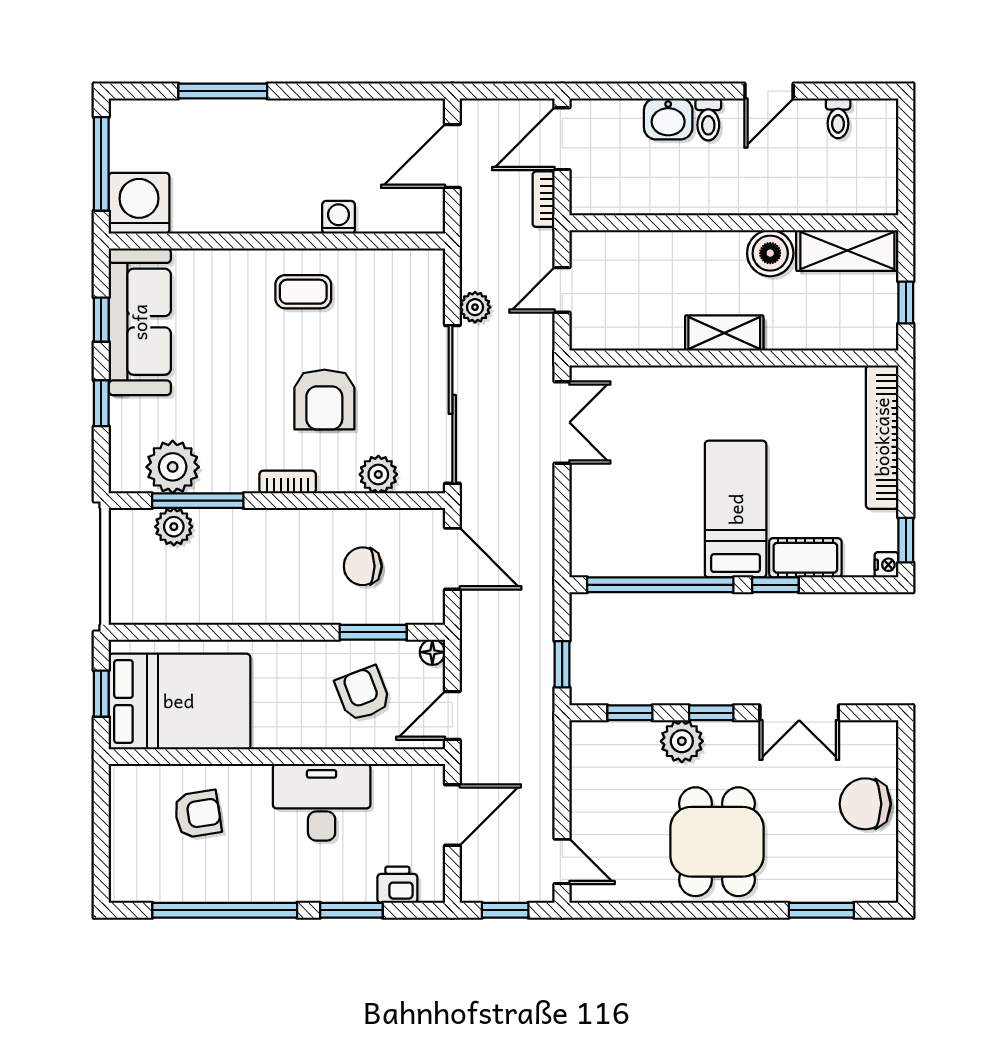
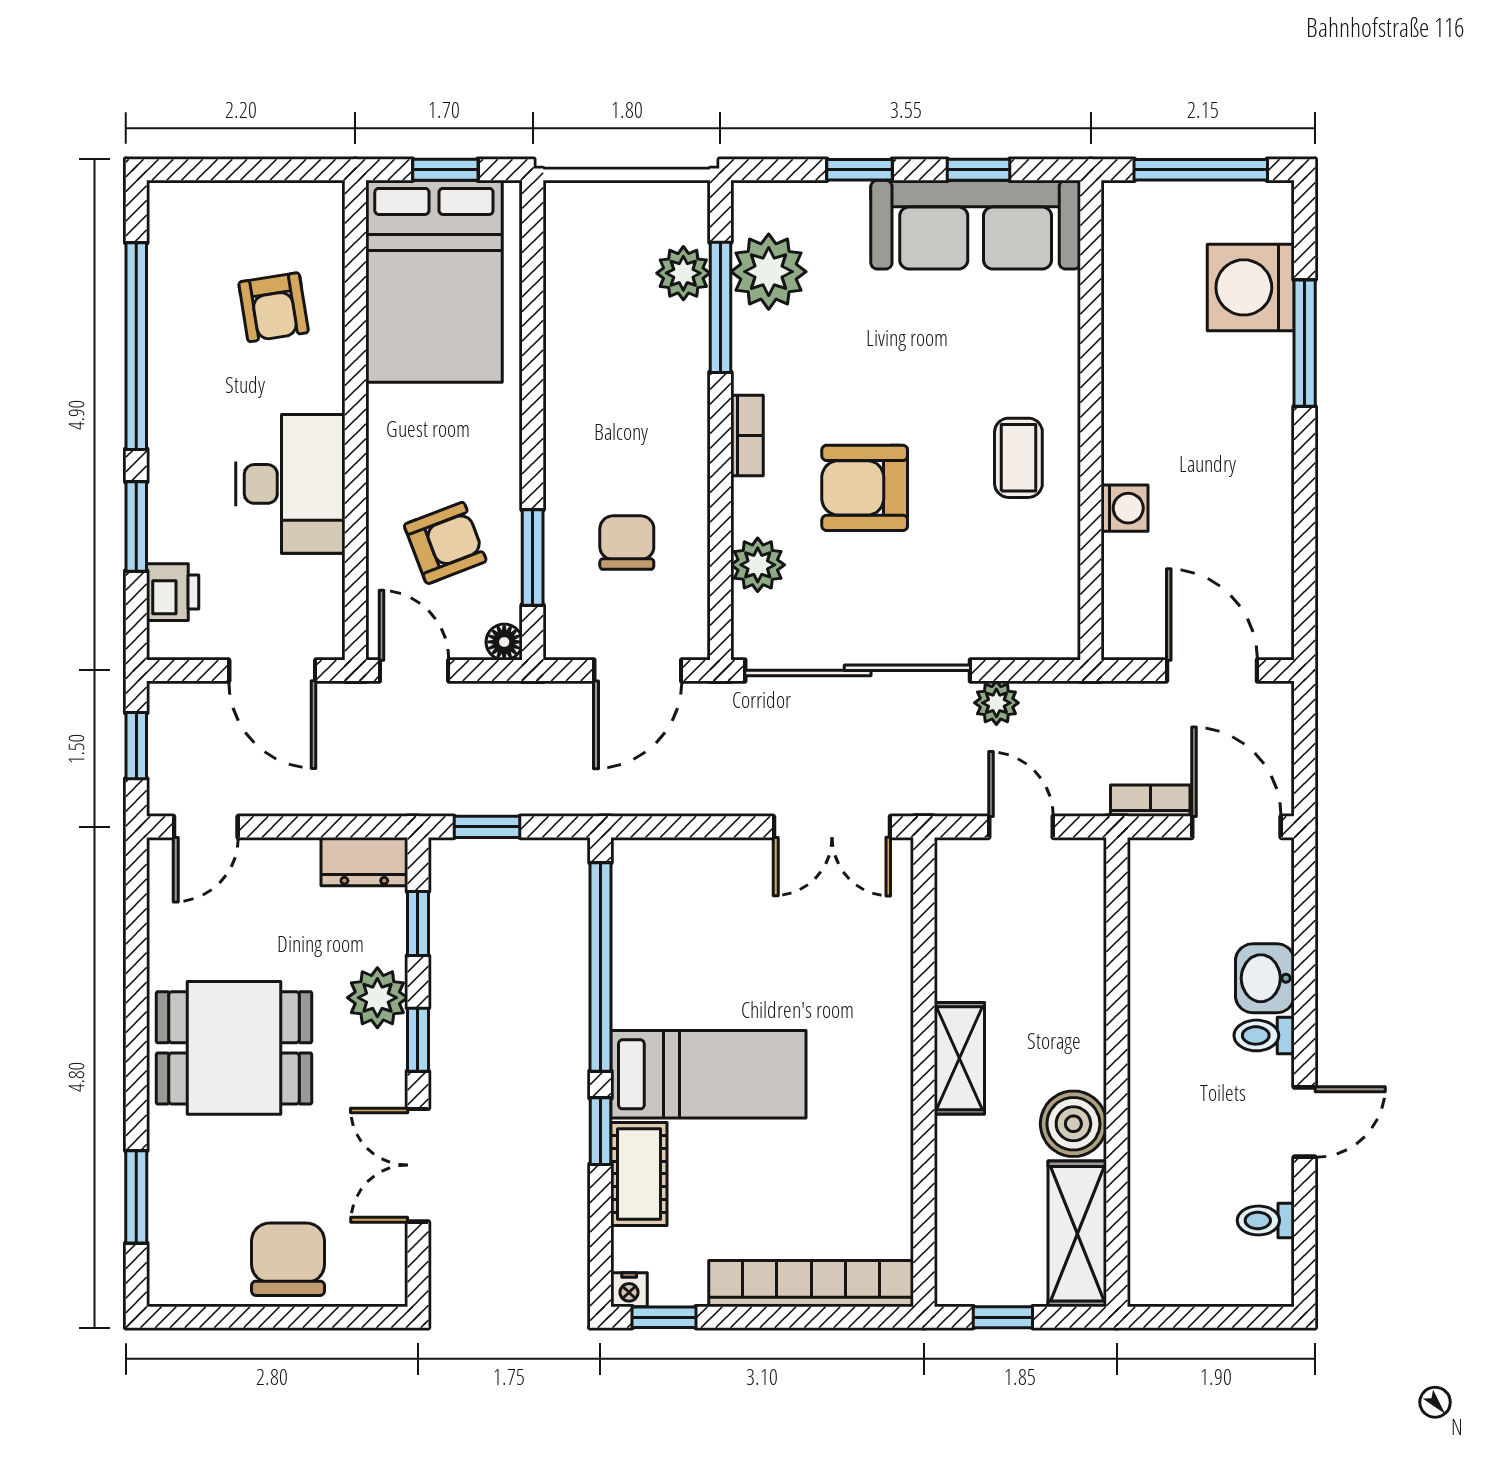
door: (769, 91) -> (1305, 1122), swing flipped
washing machine: (139, 203) -> (1251, 287), moved, turned 180
dresser: (586, 750) -> (364, 862), added

